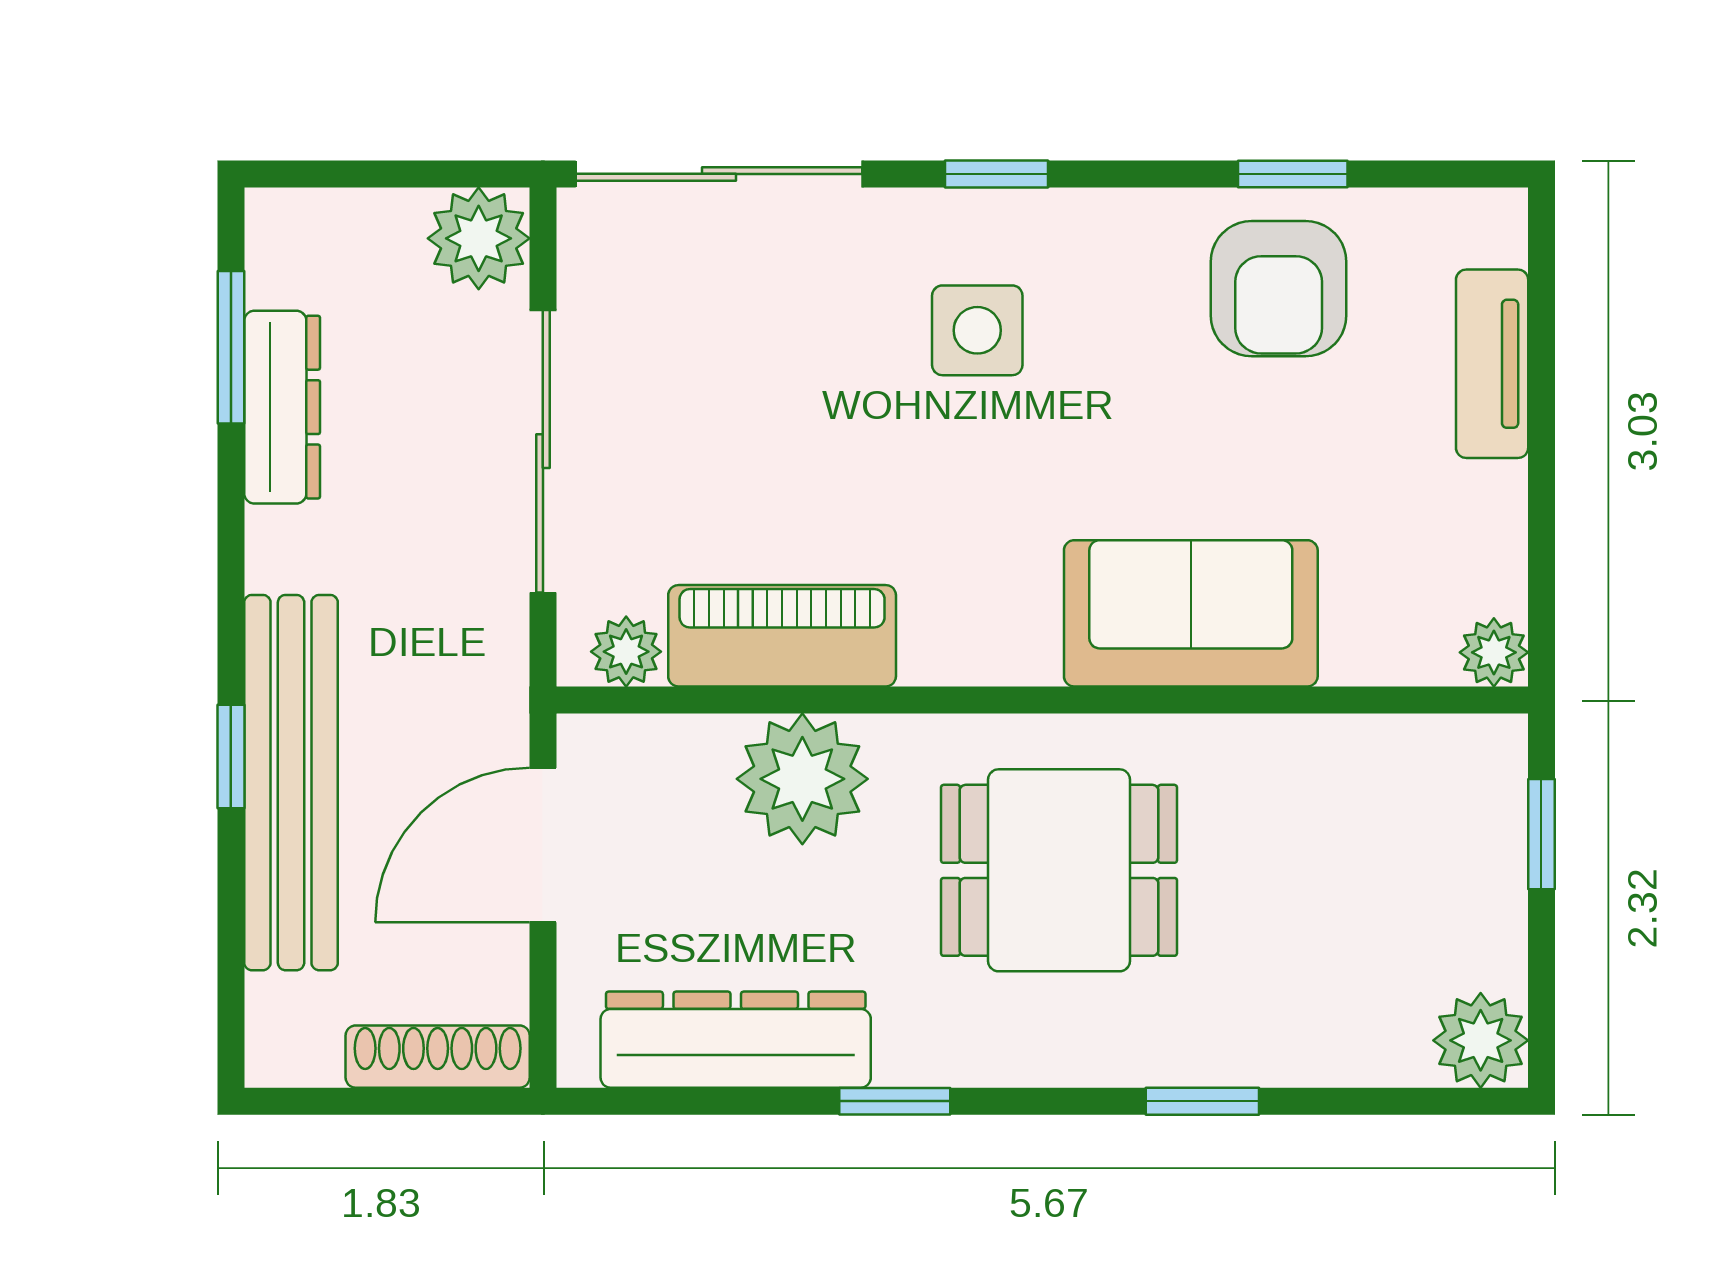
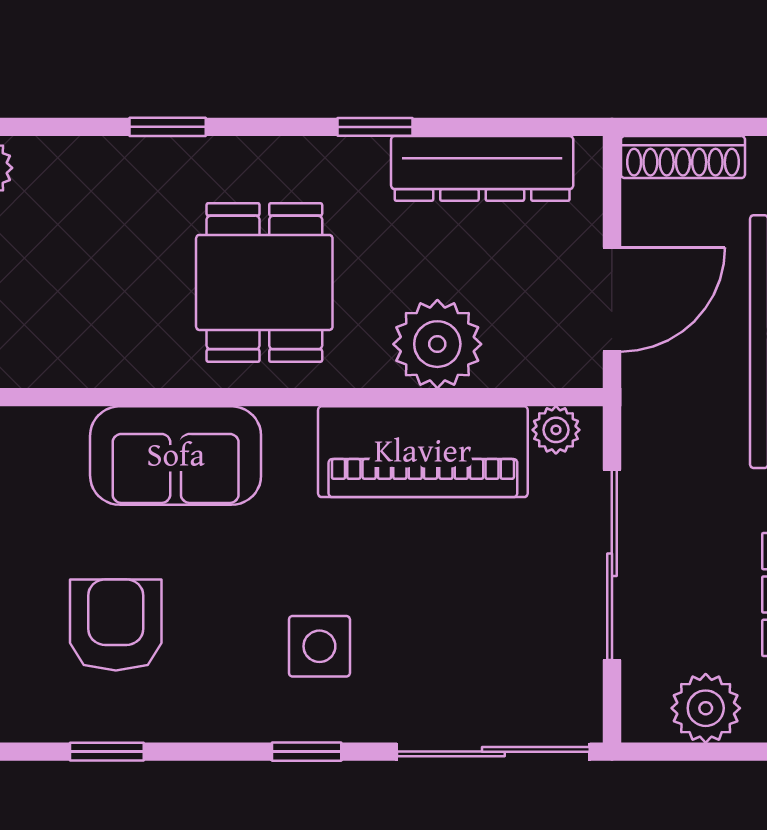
plant: (479, 238) -> (706, 708), moved
armchair: (1279, 289) -> (116, 625), moved
piano: (782, 636) -> (423, 452), width x1.37, depth x1.33
dining table: (1059, 870) -> (264, 282), turned 90

